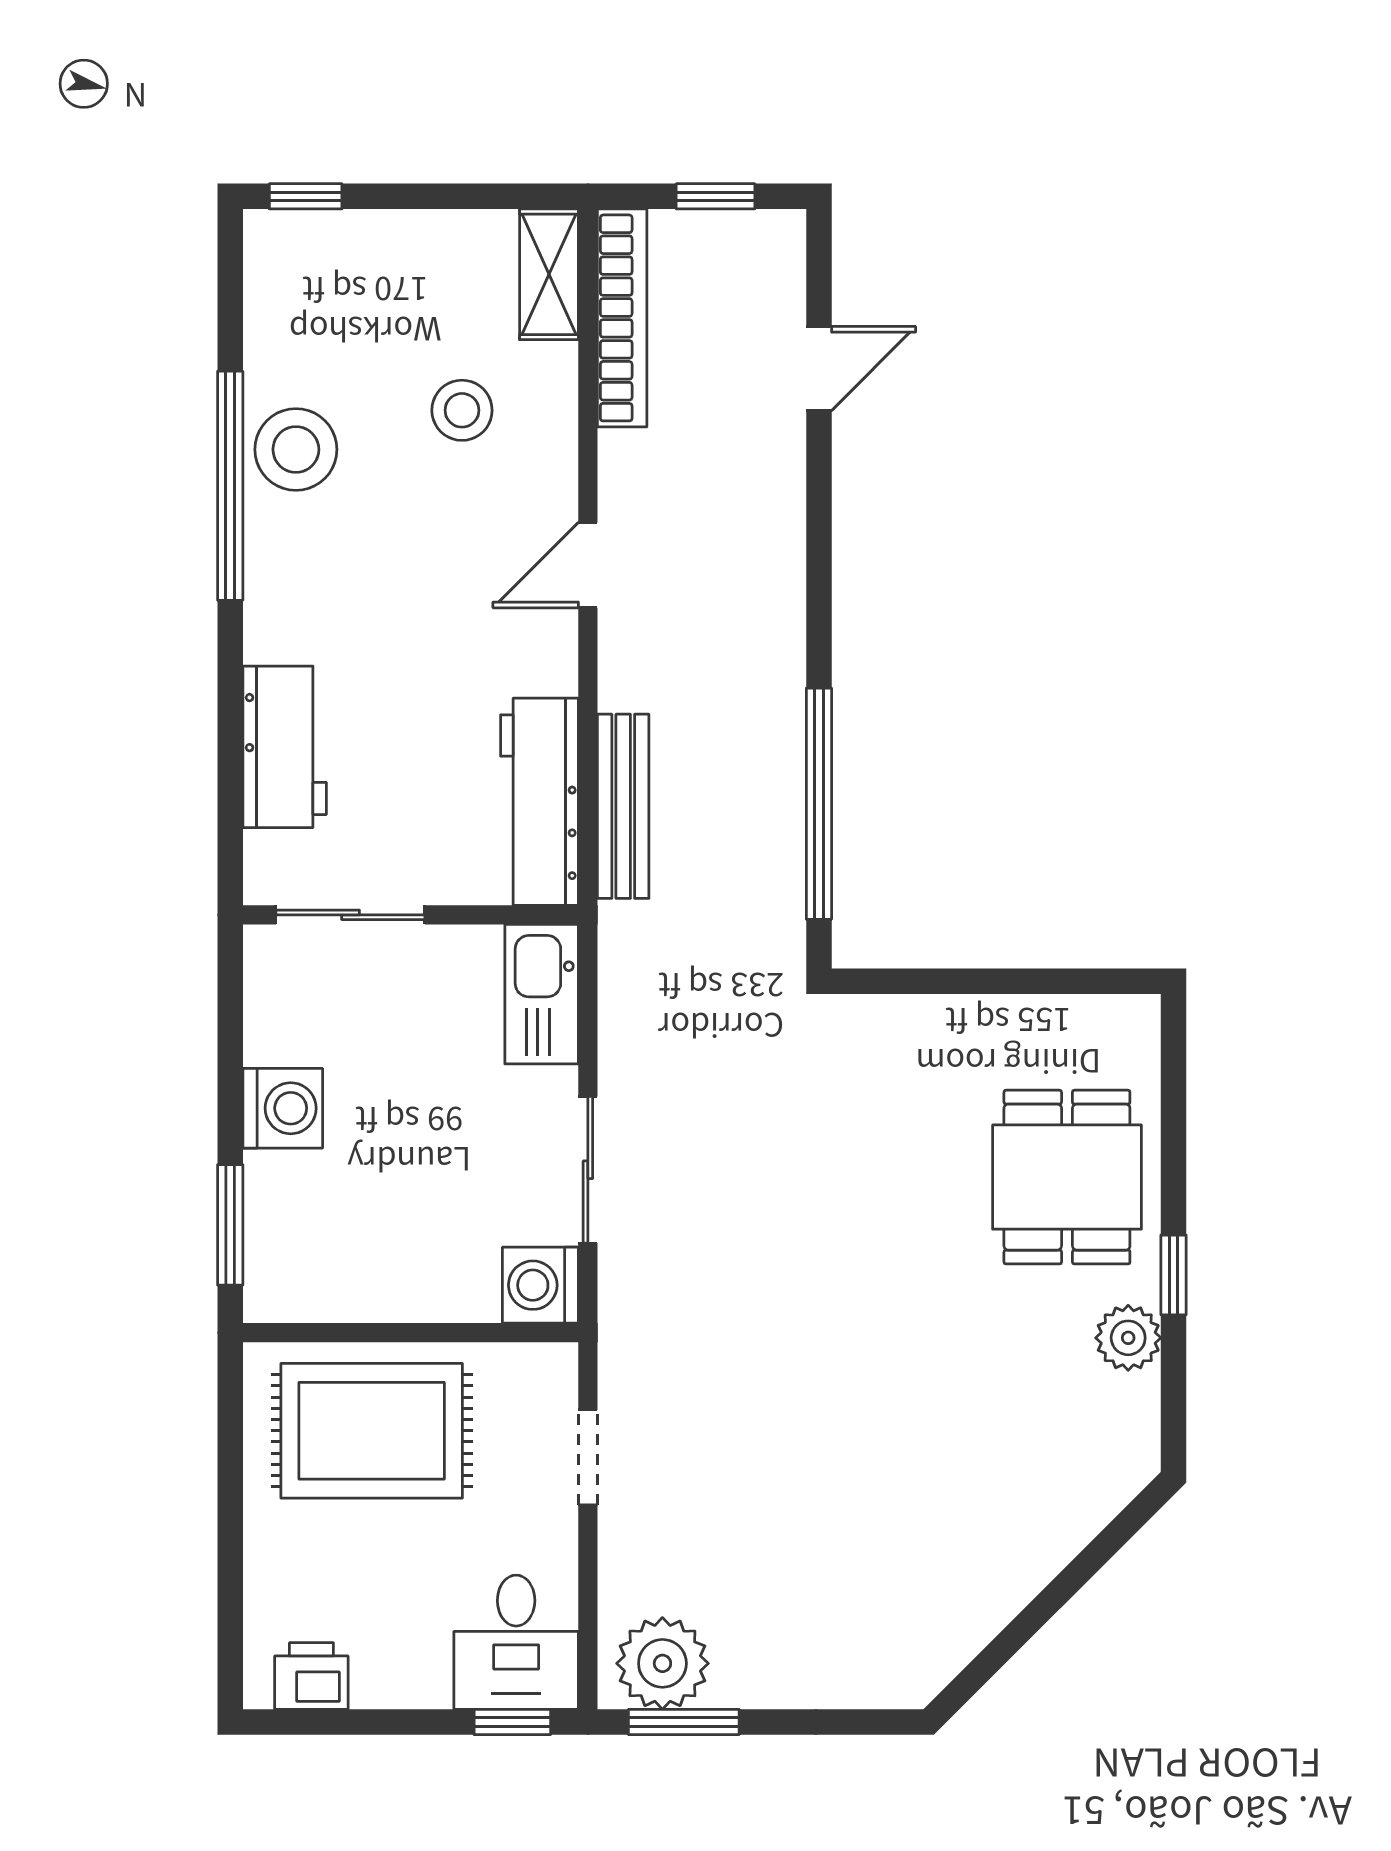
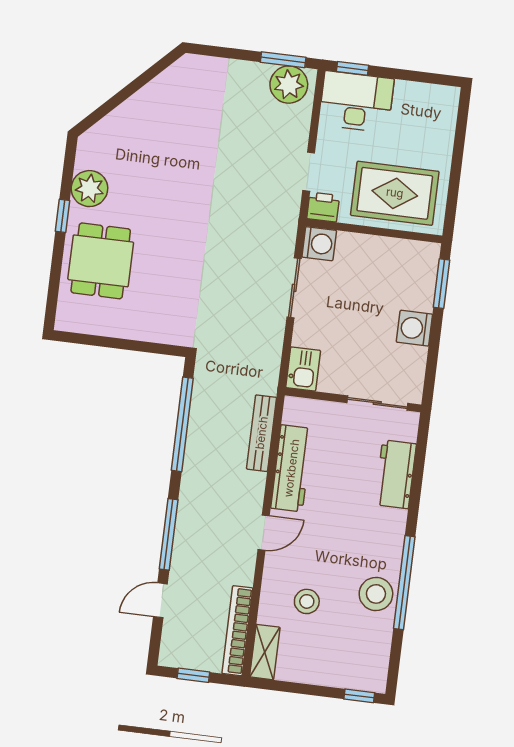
window: (819, 532) -> (169, 534), added
workbench: (539, 802) -> (292, 468), moved
kitchen sink: (542, 994) -> (303, 369), width x0.73
plant: (1128, 1338) -> (89, 189), width x1.36, depth x1.36
desk: (516, 1642) -> (356, 102), width x1.37
printer: (311, 1676) -> (323, 207), moved, turned 180

